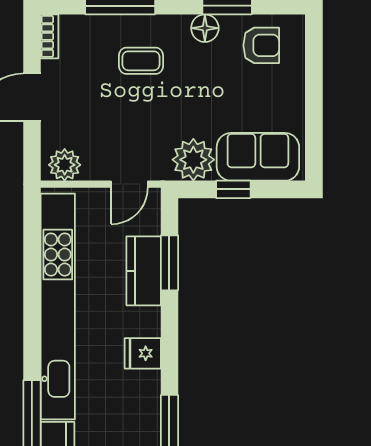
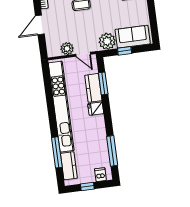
plant: (65, 165) -> (67, 49), moved
door: (129, 184) -> (83, 54), hinge flipped
fridge: (143, 353) -> (96, 109), moved

